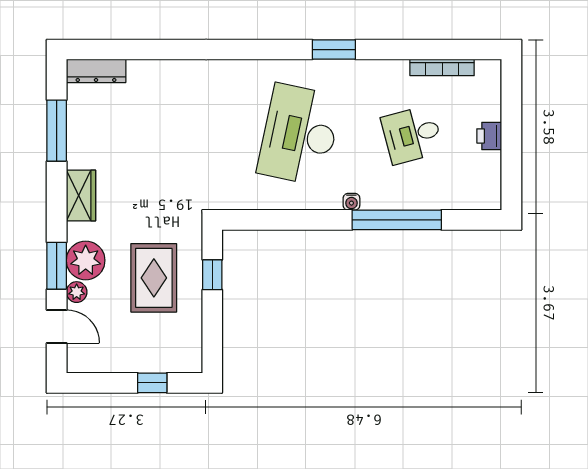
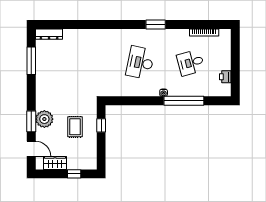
desk: (299, 135) -> (140, 63), width x0.73, depth x0.77
printer: (489, 136) -> (225, 77), moved
wardrobe: (81, 196) -> (55, 163), moved, turned -90
rug: (154, 278) -> (75, 127), width x0.73, depth x0.70
plant: (77, 292) -> (40, 133), removed

